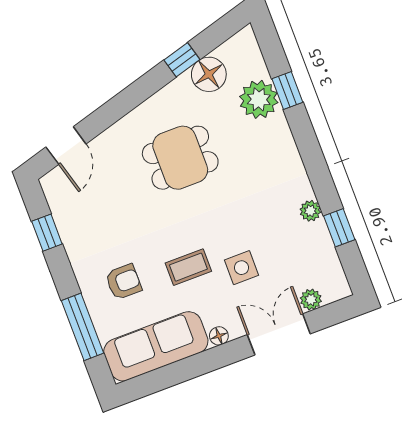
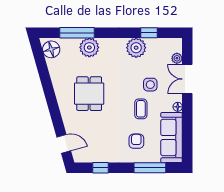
window: (182, 60) -> (45, 76), removed
floor lamp: (209, 74) -> (51, 49), moved
window: (287, 90) -> (77, 33), width x2.17
plant: (259, 99) -> (89, 47), moved
plant: (310, 211) -> (136, 48), width x1.88, depth x1.88

